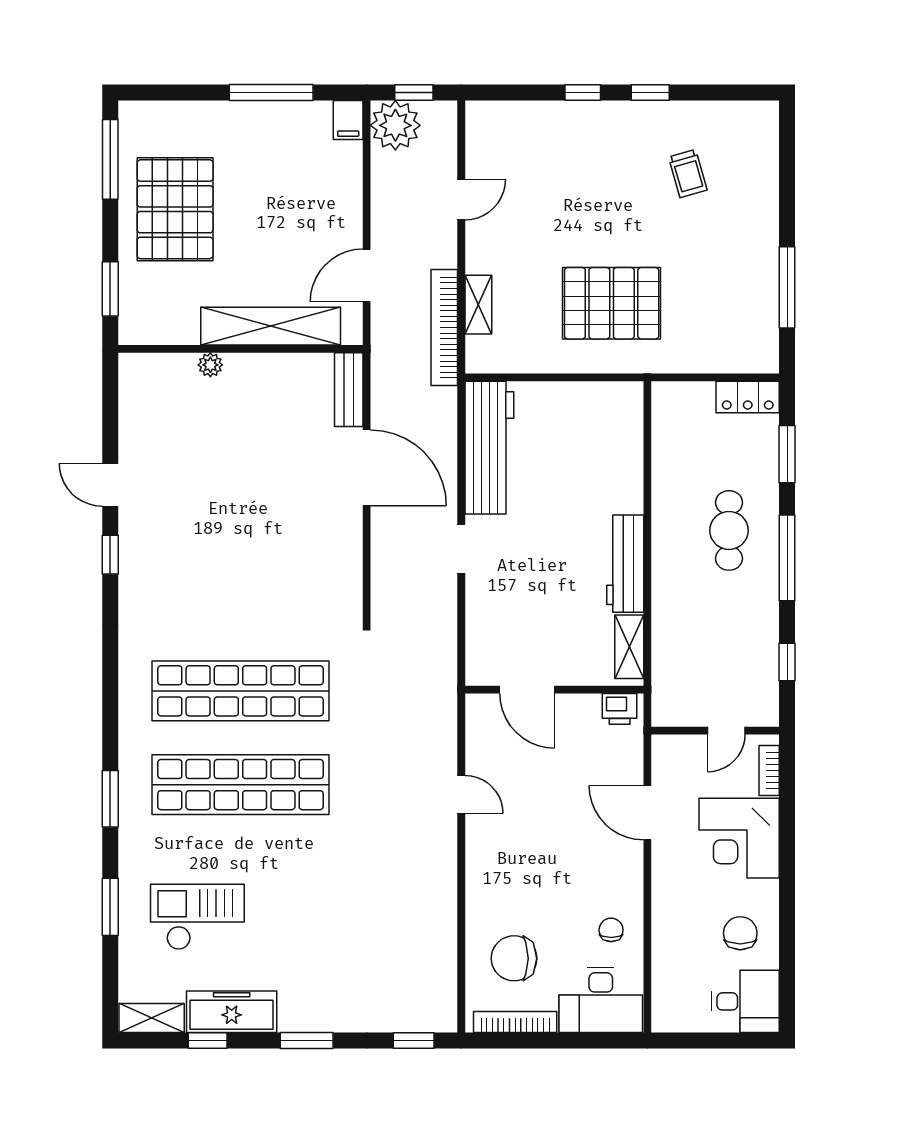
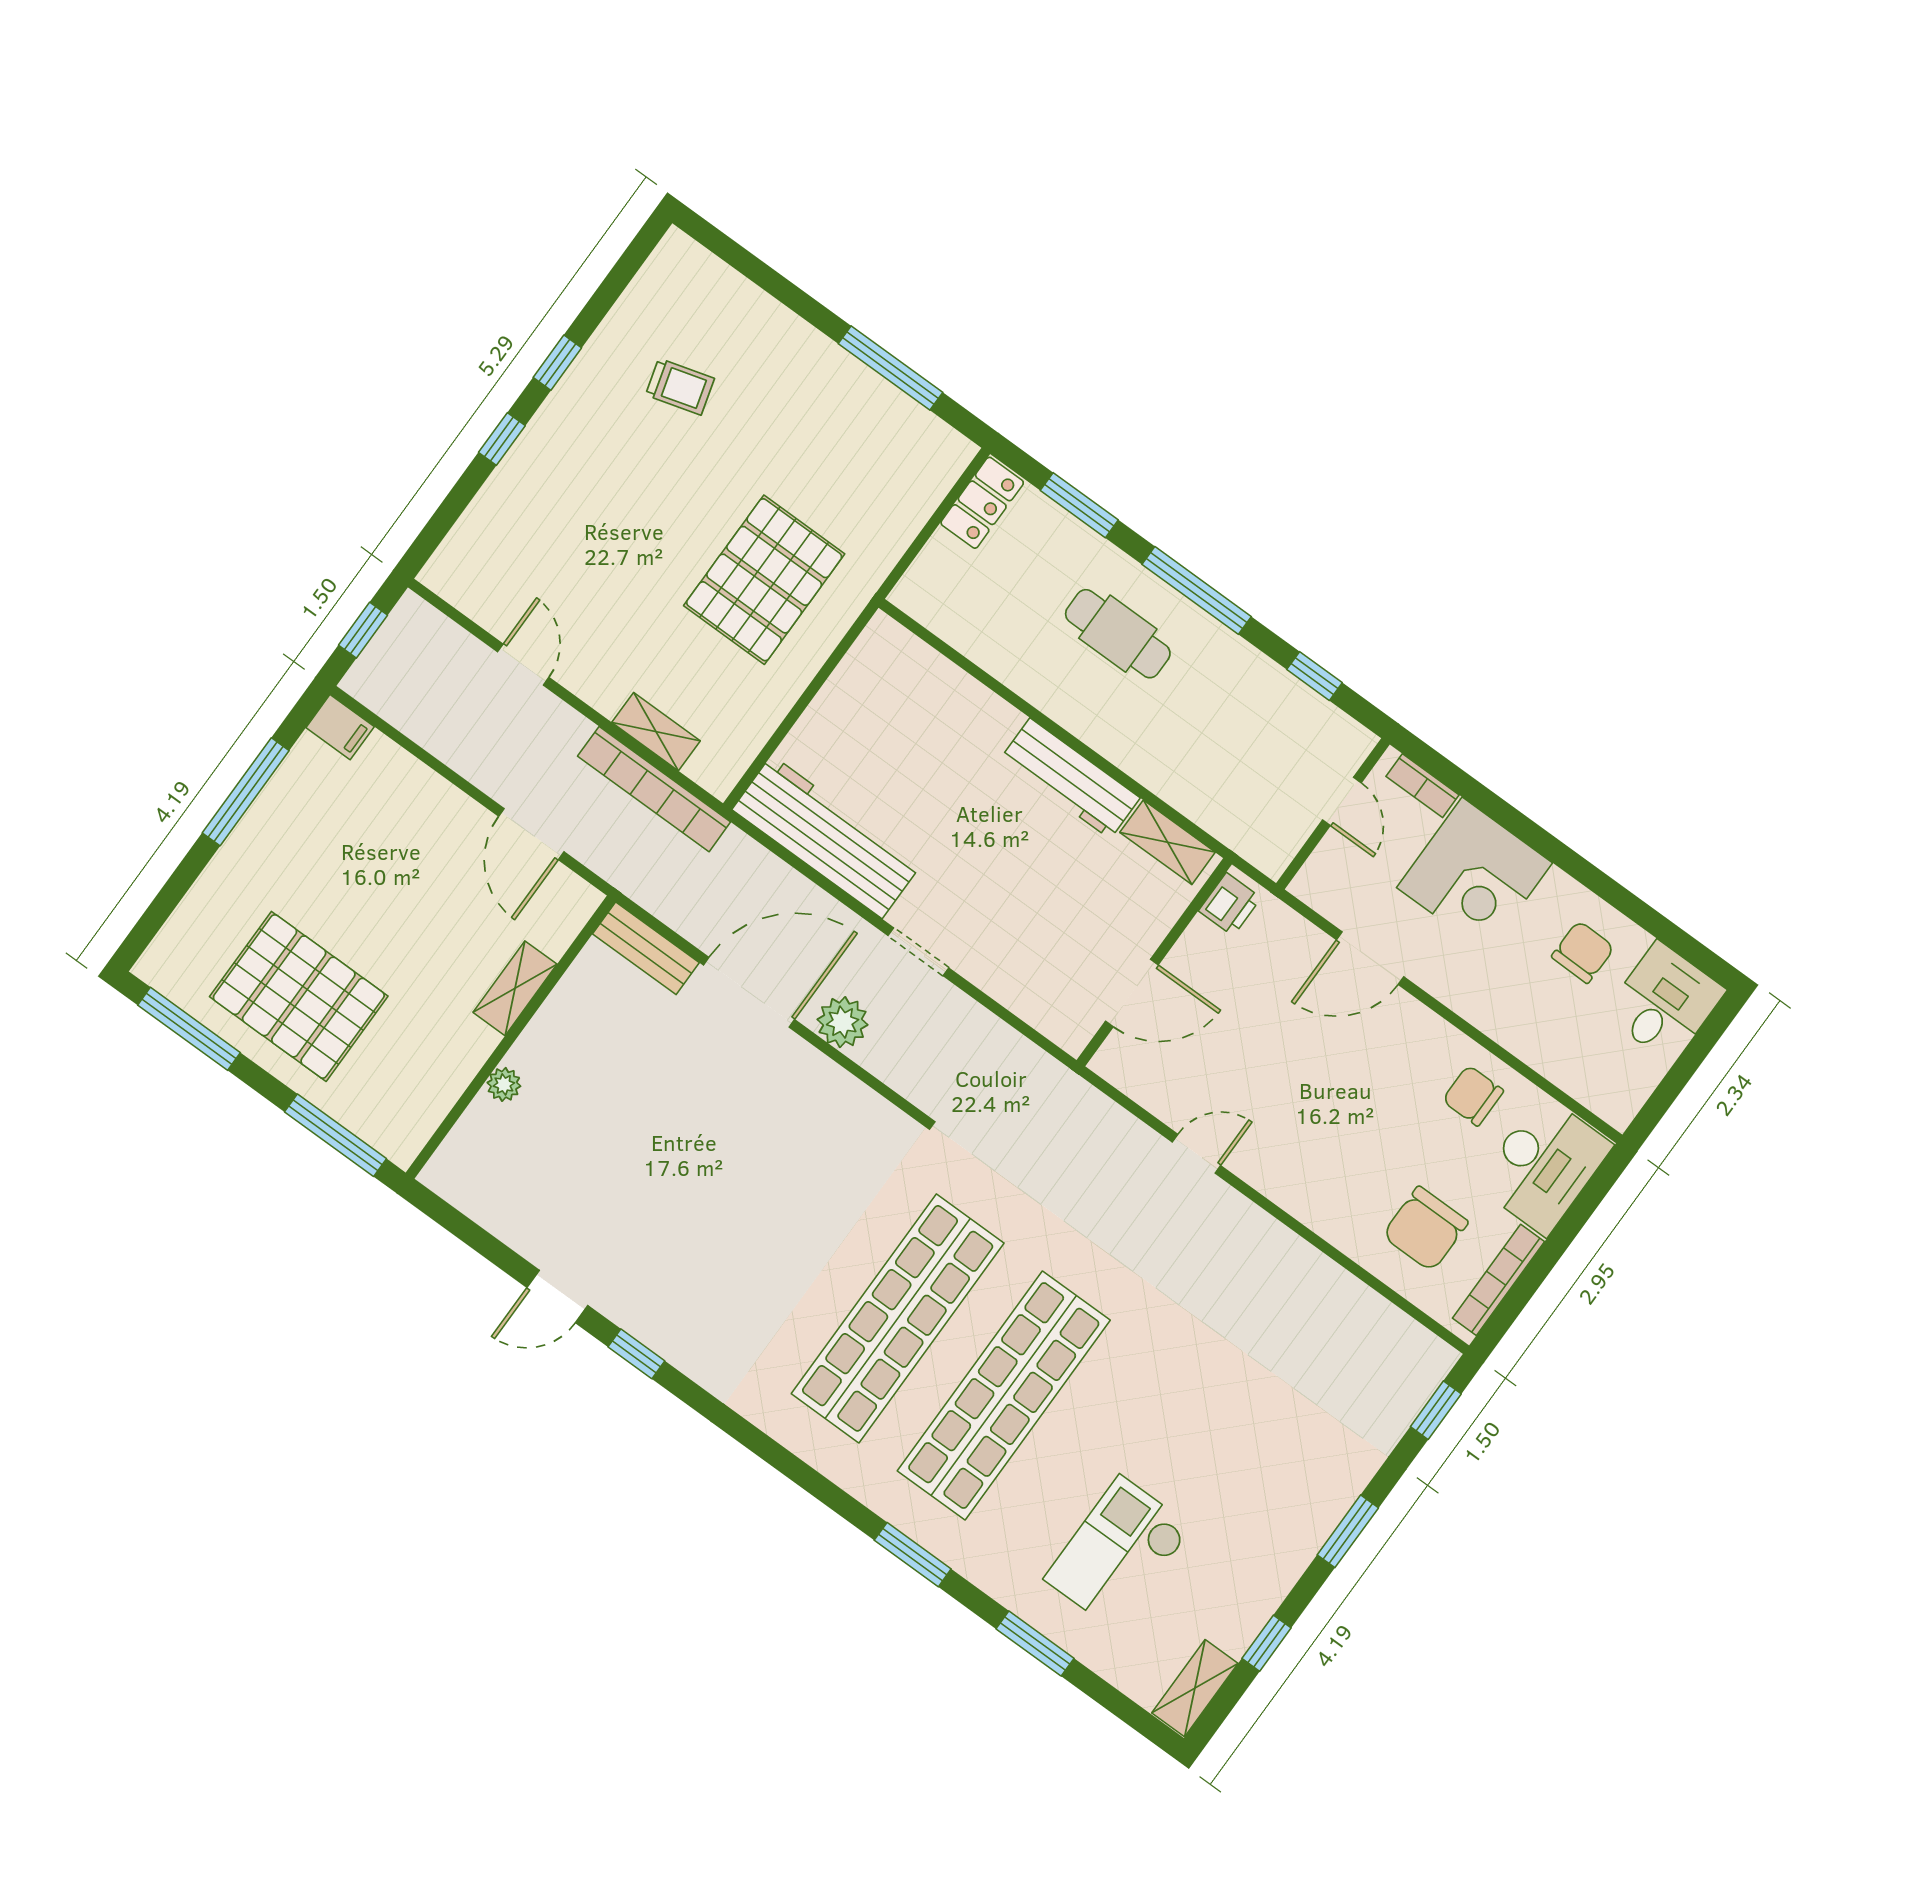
plant: (395, 125) -> (843, 1022), moved, width x0.73, depth x0.73
window: (110, 289) -> (335, 1135), width x1.44
shelving: (271, 326) -> (515, 988), width x0.45, depth x0.75
chair: (611, 930) -> (1473, 1096), width x1.37, depth x1.37
chair: (740, 933) -> (1583, 952), turned 91
freezer: (232, 1012) -> (1254, 1593), removed

